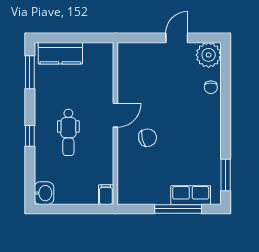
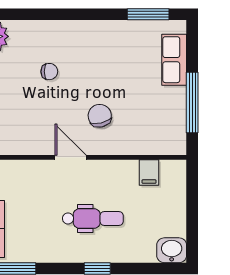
chair: (211, 87) -> (49, 72), moved
filing cabinet: (106, 195) -> (149, 173), moved, turned -90
window: (178, 209) -> (192, 102), moved

